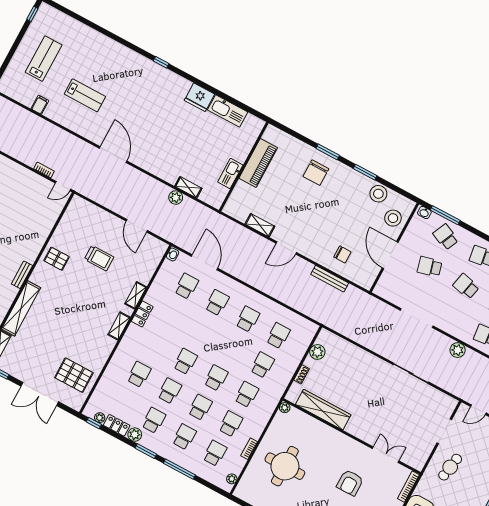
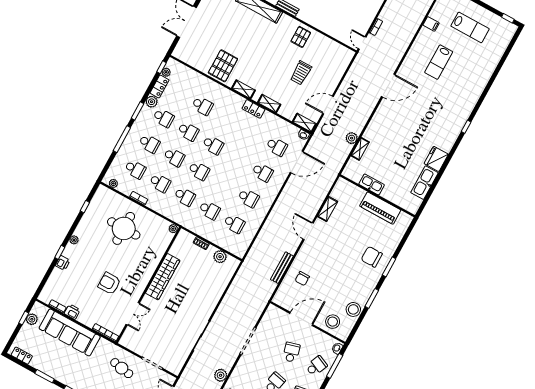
shelving: (158, 254) -> (304, 123), added
pallet: (74, 375) -> (223, 66), moved
wardrobe: (323, 410) -> (163, 277), moved

